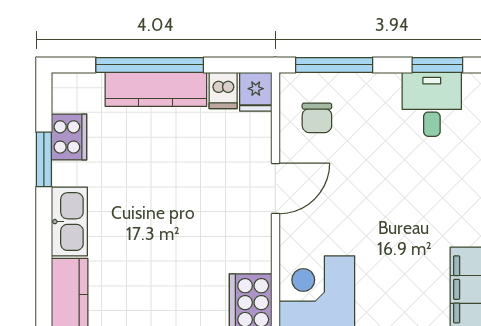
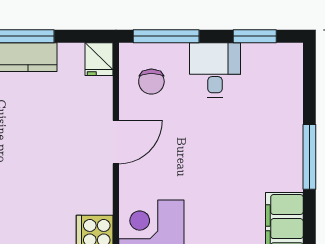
dishwasher: (223, 90) -> (71, 58), removed
desk: (432, 104) -> (215, 70), moved

